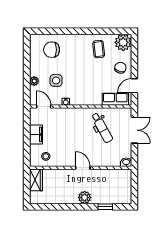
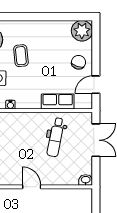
coffee table: (99, 49) -> (21, 56), moved
row of seats: (115, 99) -> (58, 101), moved
dental chair: (102, 128) -> (56, 137), turned 40

